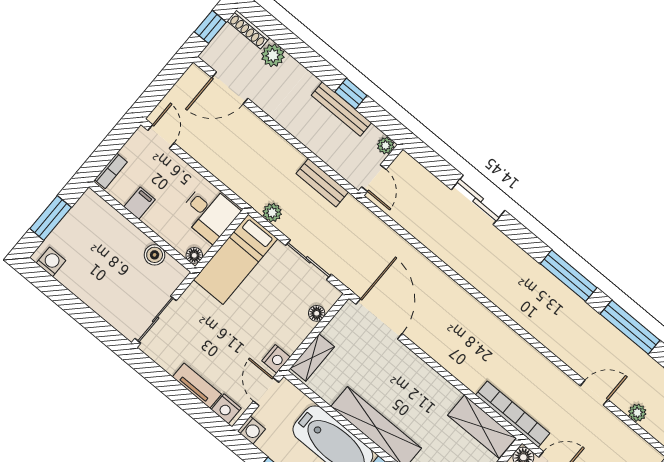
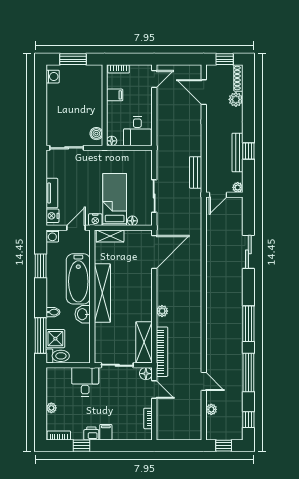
plant: (272, 213) -> (162, 311), moved
boiler: (155, 255) -> (96, 134), moved
bed: (236, 259) -> (115, 200), moved, turned 90

